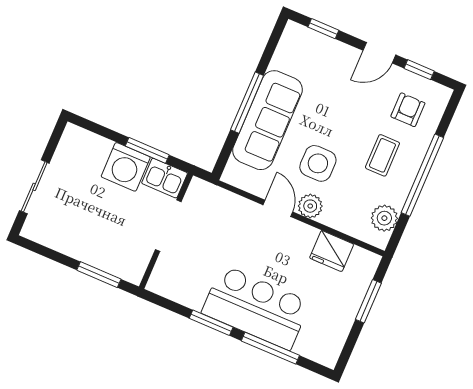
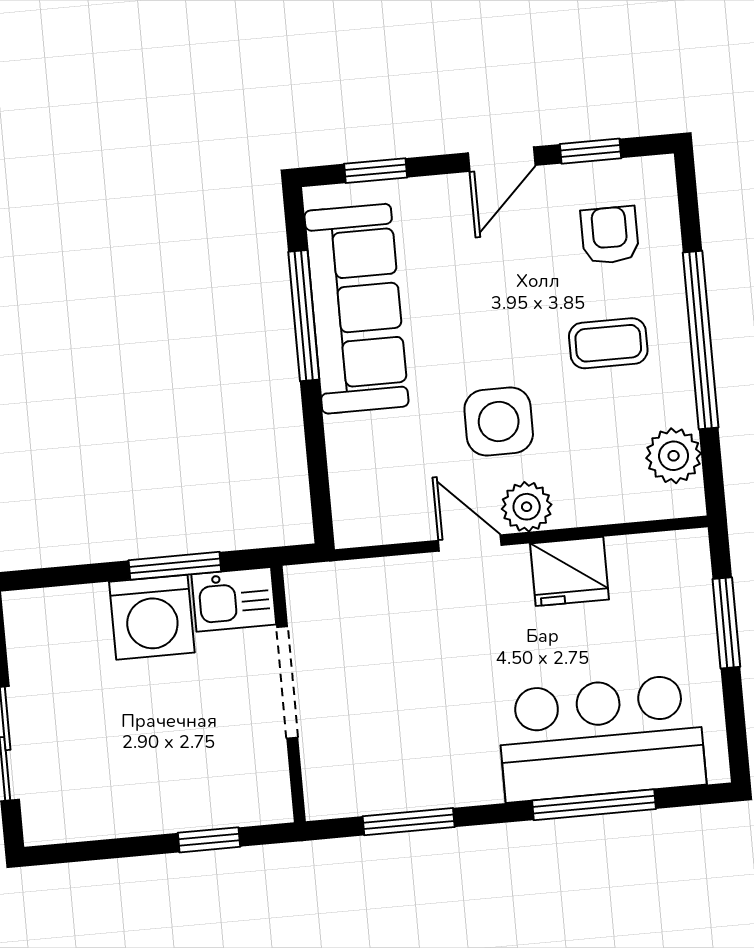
window: (247, 103) -> (304, 316), moved
sofa: (267, 120) -> (356, 309), moved
coffee table: (382, 155) -> (608, 343), turned 90
fridge: (332, 251) -> (570, 571), moved
window: (99, 275) -> (209, 840), width x0.67
bar counter: (256, 307) -> (601, 738), moved
window: (211, 323) -> (409, 822), moved

